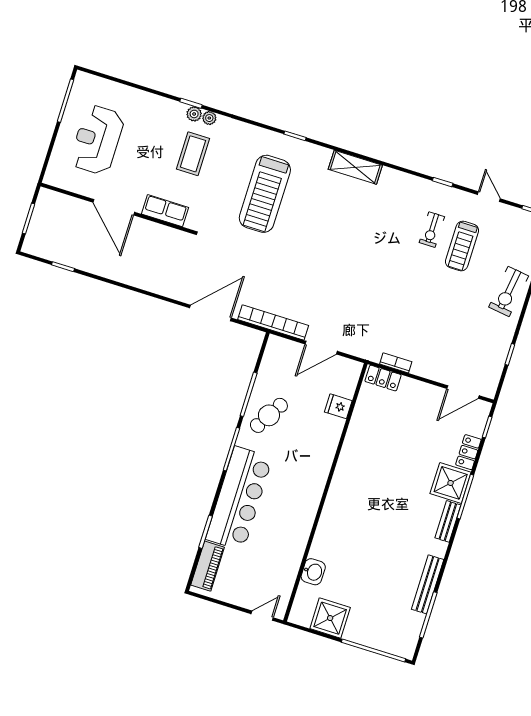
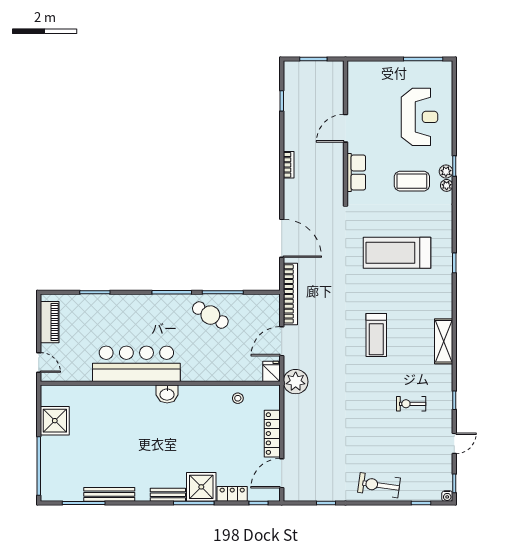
reception desk: (97, 140) -> (420, 117), moved, turned 90
shelving: (355, 167) -> (444, 341), moved
door: (114, 207) -> (346, 128), width x0.73
treadmill: (462, 246) -> (376, 335), moved, turned -90
plant: (369, 346) -> (296, 382), added
door: (321, 348) -> (282, 341), hinge flipped
bookcase: (396, 363) -> (289, 165), moved
locker: (383, 378) -> (272, 434), moved, width x1.53
door: (463, 392) -> (282, 473), hinge flipped
fridge: (338, 406) -> (271, 371), moved
stool: (368, 414) -> (238, 398), added
bar counter: (239, 498) -> (136, 364), moved, turned 180
piano: (208, 566) -> (50, 322), moved, turned -90
washbasin: (313, 572) -> (167, 394), moved

